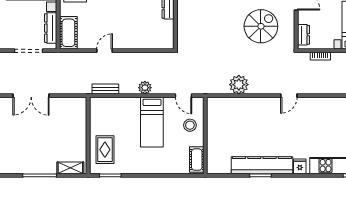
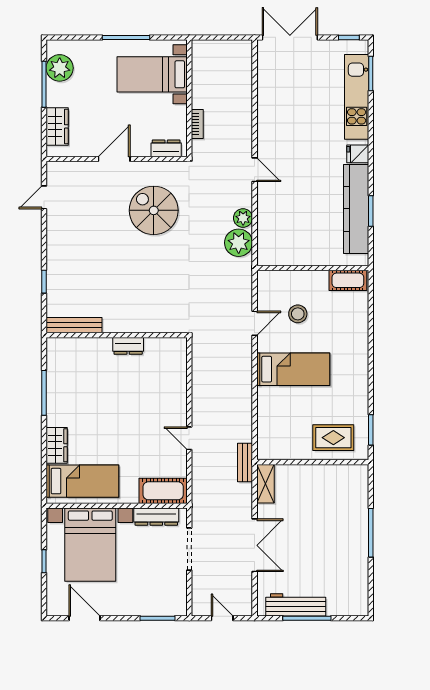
plant: (145, 88) -> (243, 218), moved
bench: (105, 89) -> (245, 462), moved
wall: (205, 135) -> (313, 268), moved
cot: (197, 160) -> (348, 280), moved
shelving: (70, 168) -> (265, 484), moved

